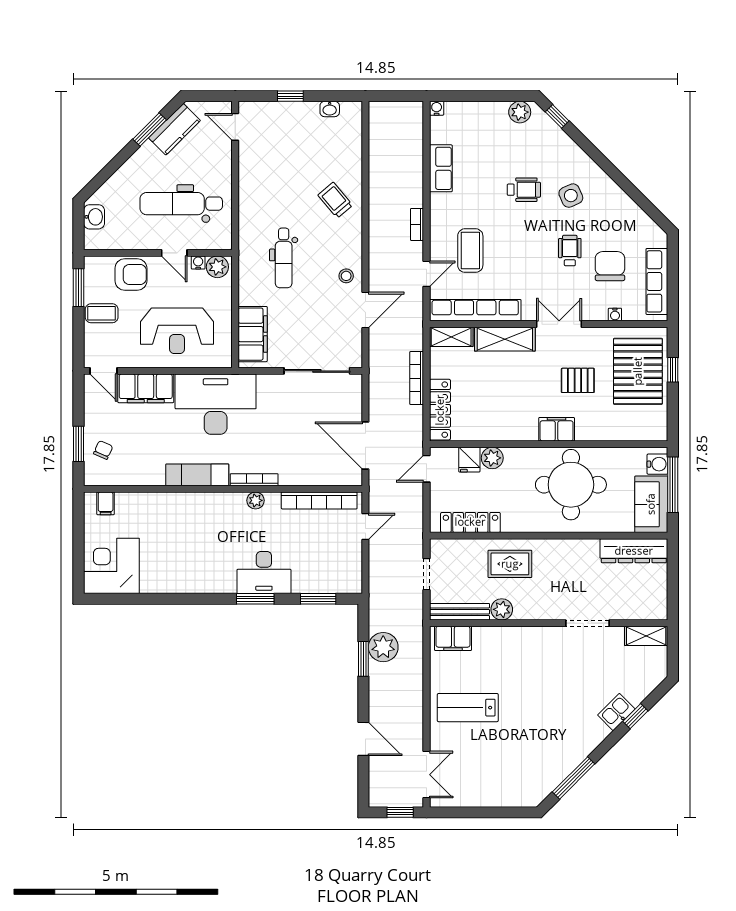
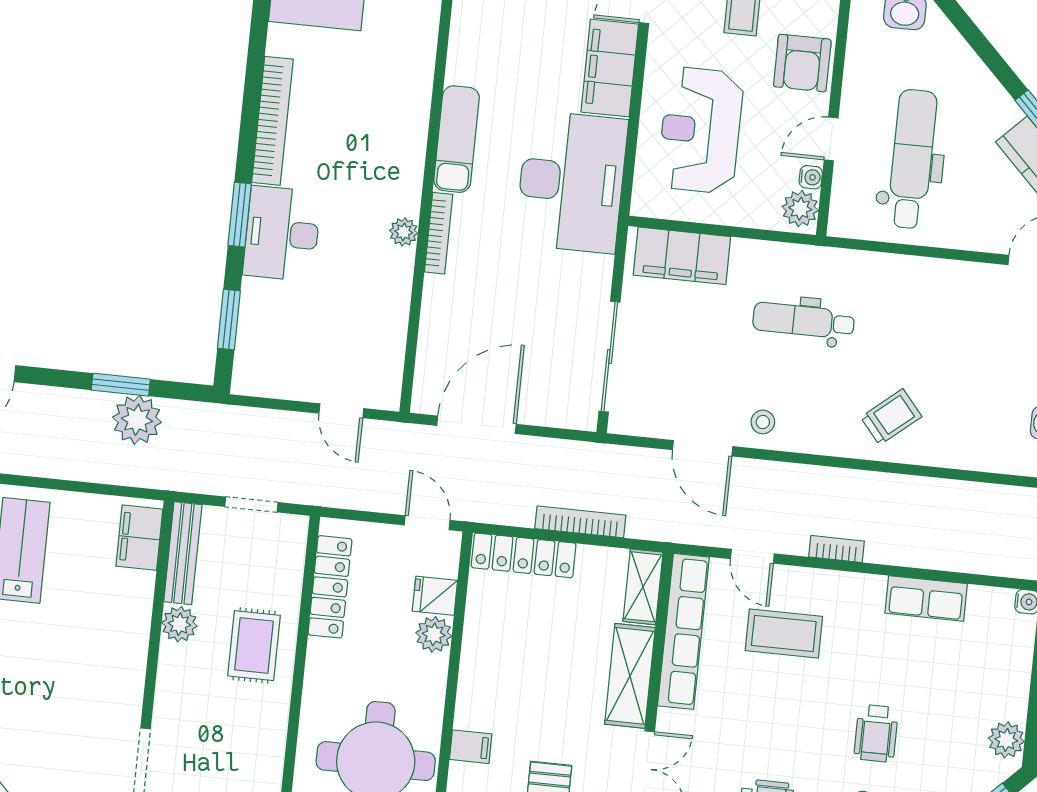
filing cabinet: (557, 429) -> (471, 747), width x0.50
bookcase: (319, 500) -> (272, 121), moved, turned 180

